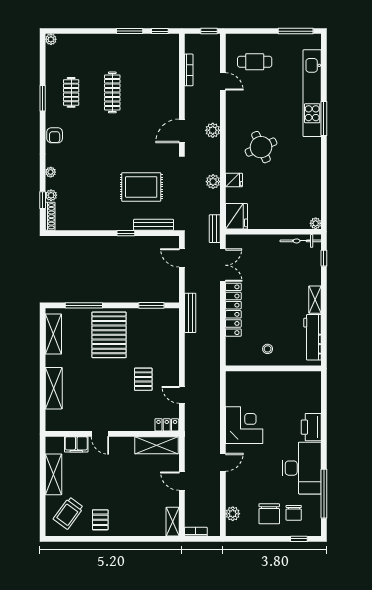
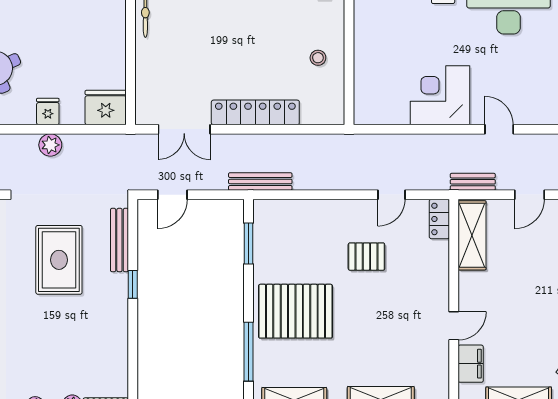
bench: (215, 229) -> (473, 182), moved
double door: (223, 265) -> (184, 129), swing flipped

